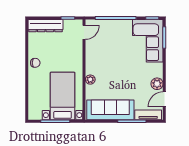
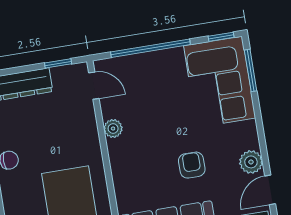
door: (84, 32) -> (94, 86), hinge flipped
plant: (90, 80) -> (113, 129), moved
armchair: (127, 80) -> (192, 165), added

